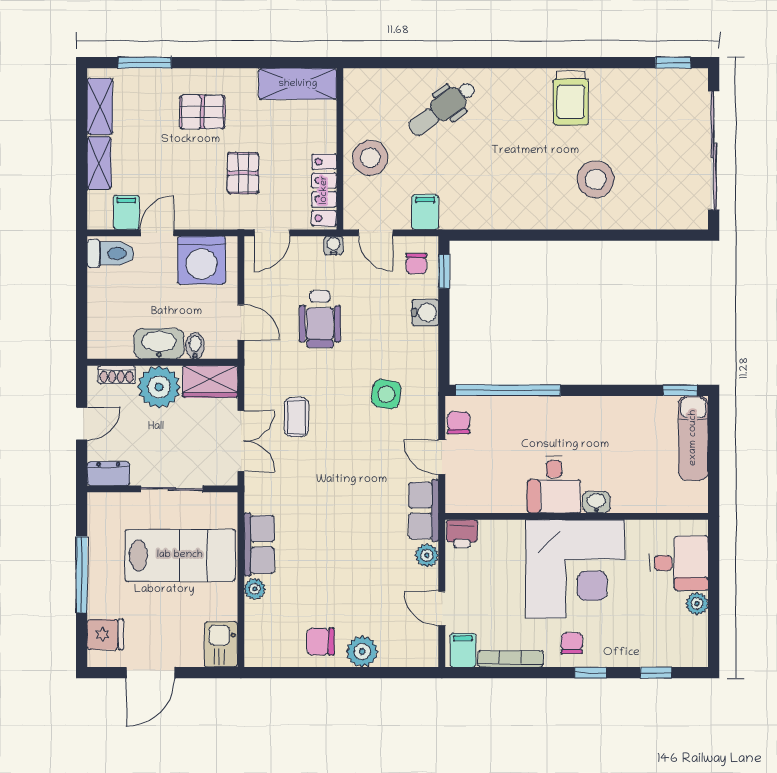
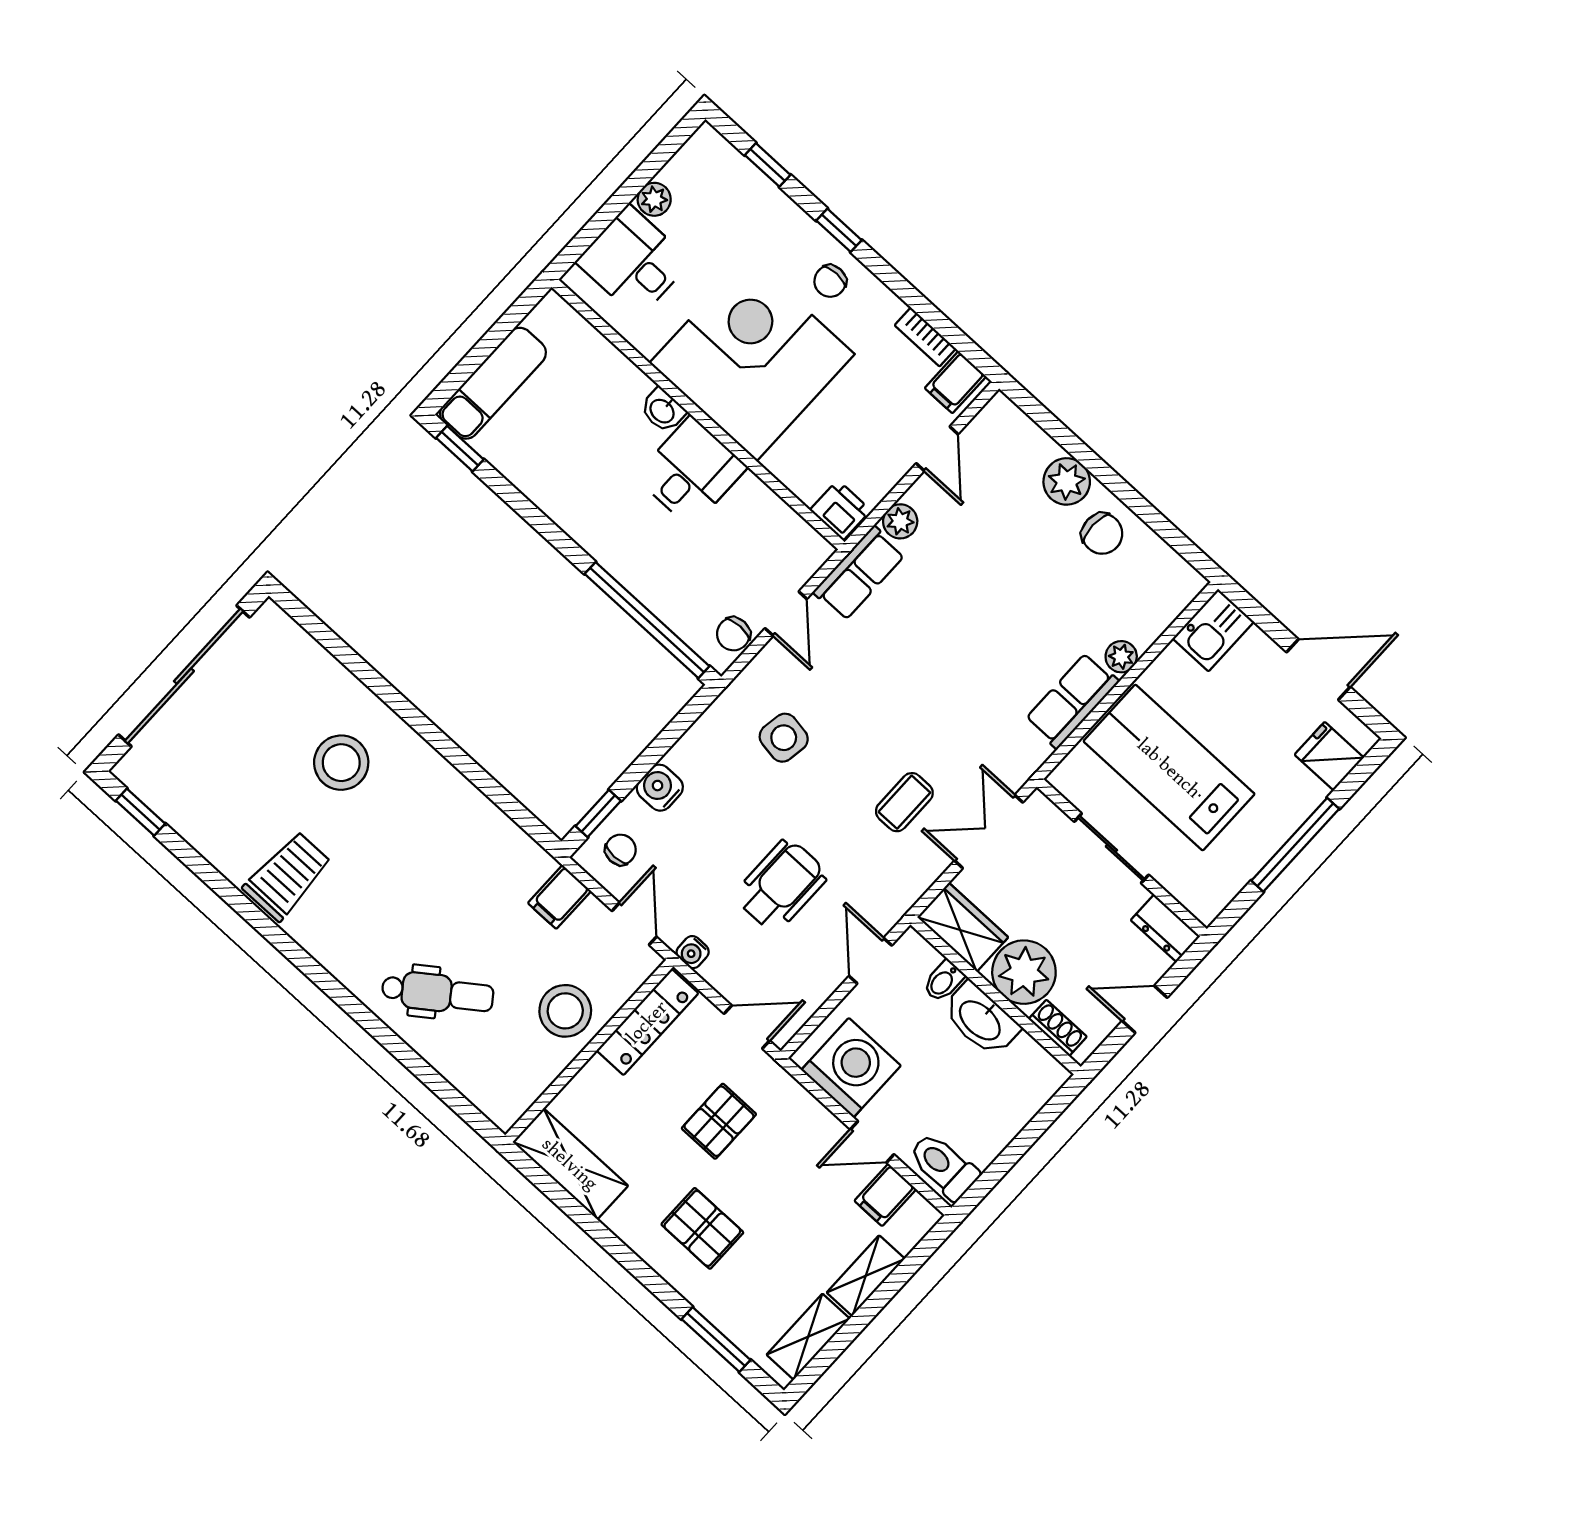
bookcase: (510, 659) -> (925, 337), width x0.64

